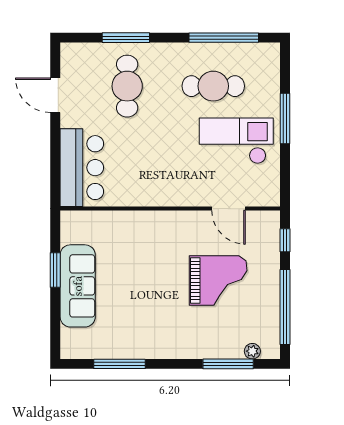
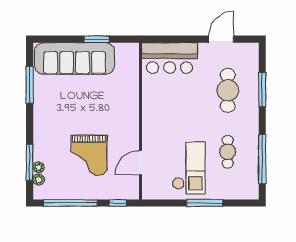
cafe table: (127, 86) -> (228, 90), turned 90
cafe table: (213, 86) -> (228, 152), width x0.73, depth x0.74
sofa: (78, 286) -> (75, 58), width x1.36, depth x1.27
plant: (235, 351) -> (39, 167), added

